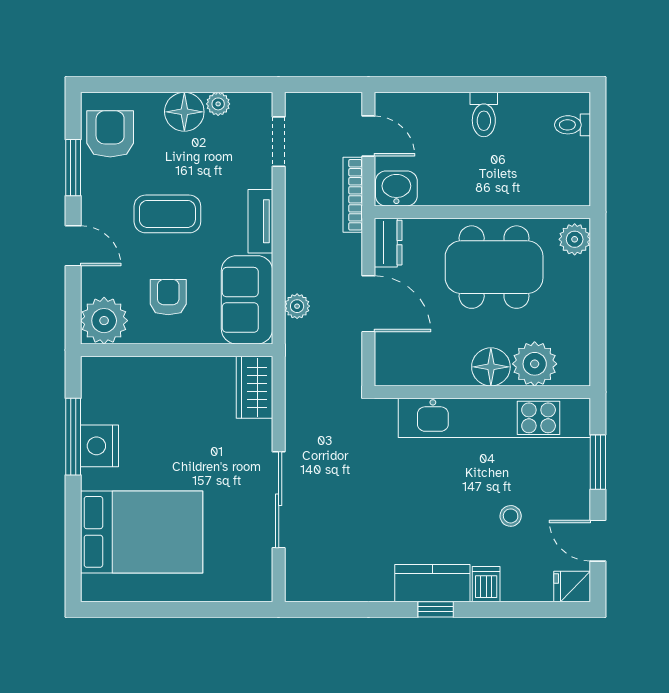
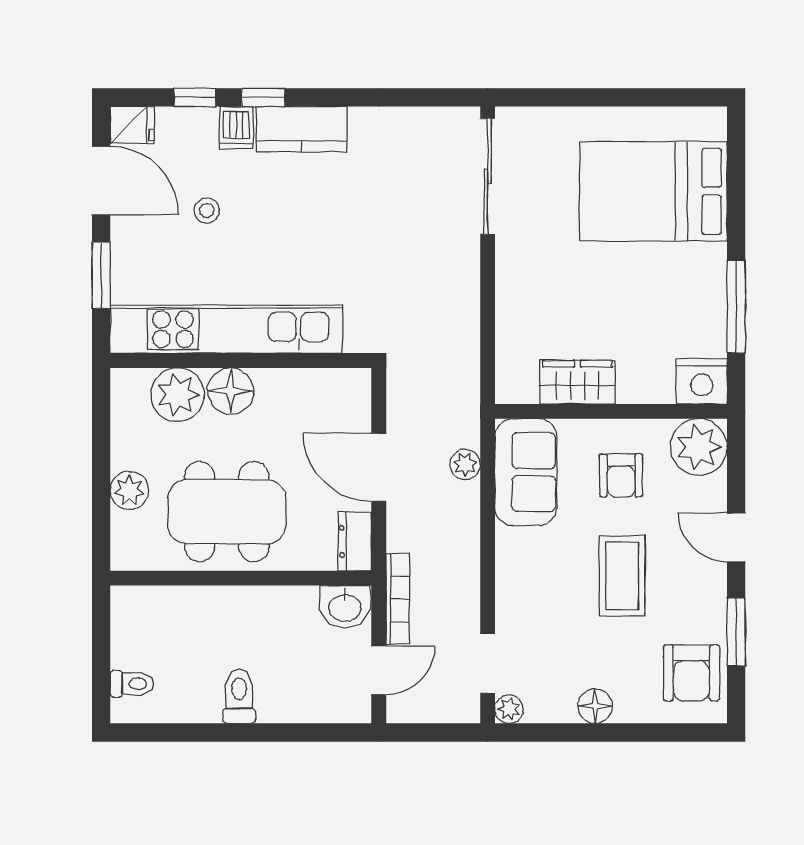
plant: (218, 104) -> (509, 709), moved
floor lamp: (184, 112) -> (595, 706), width x0.73, depth x0.73
door: (368, 136) -> (379, 670), swing flipped
coffee table: (167, 214) -> (622, 576), turned 90
tv unit: (260, 221) -> (510, 567), removed
plant: (575, 239) -> (129, 491), moved
wardrobe: (254, 387) -> (577, 382), moved, turned -90
nightstand: (99, 446) -> (702, 381), moved, turned 90
sliding door: (279, 500) -> (488, 176), moved
door: (598, 541) -> (101, 181), width x1.38
window: (436, 609) -> (263, 97), moved
window: (520, 609) -> (195, 97), added

